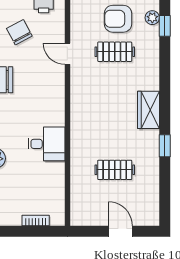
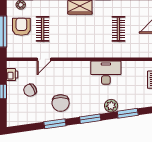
armchair: (118, 19) -> (21, 27), turned 180
desk: (46, 144) -> (106, 73), width x1.37

